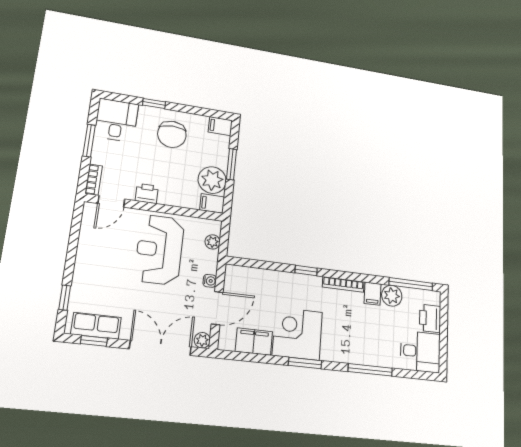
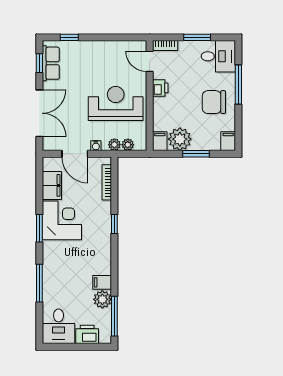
window: (154, 104) -> (238, 84), width x2.17
bookcase: (343, 284) -> (107, 182), moved
plant: (202, 340) -> (114, 145), moved

